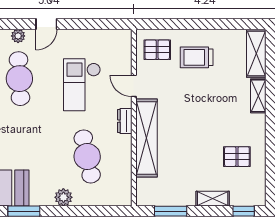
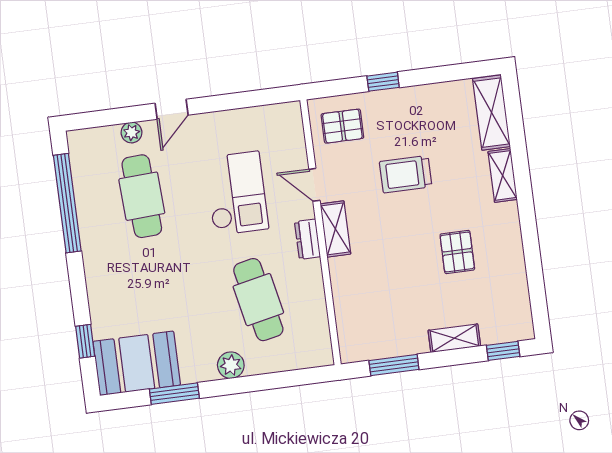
window: (188, 24) -> (383, 82), added
trolley: (197, 57) -> (406, 174), moved
checkout: (82, 85) -> (236, 193), turned 180
shelving: (146, 138) -> (335, 229), width x0.45, depth x0.75
pallet: (237, 157) -> (457, 252), moved, turned 90

